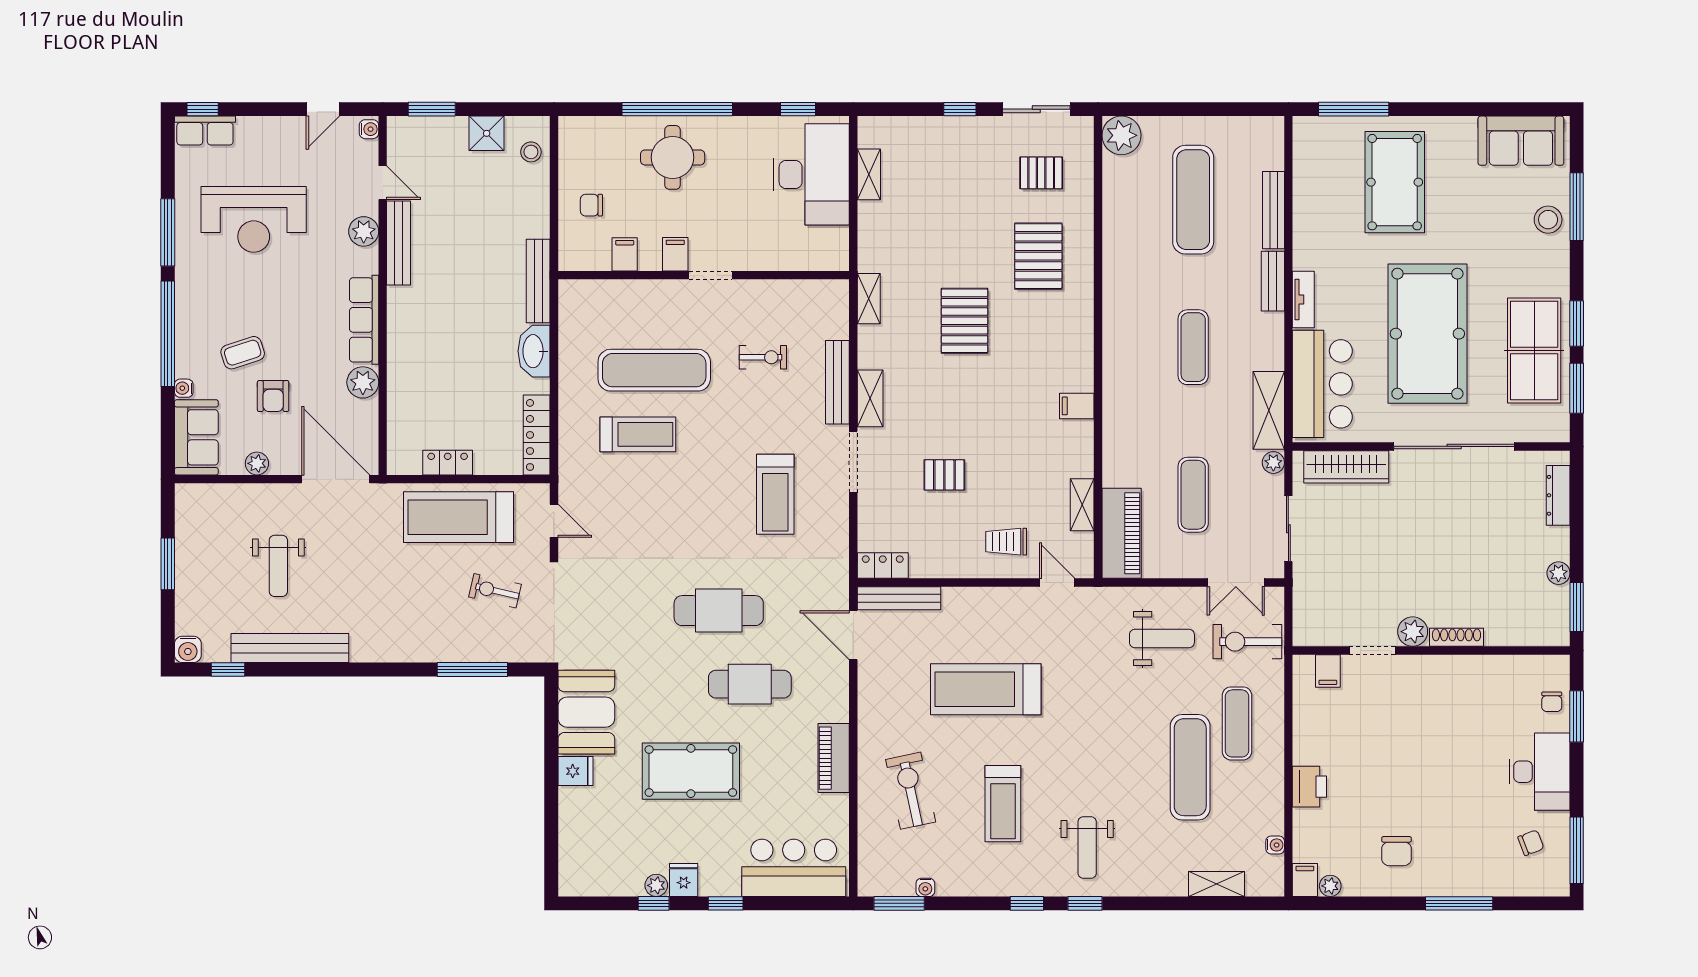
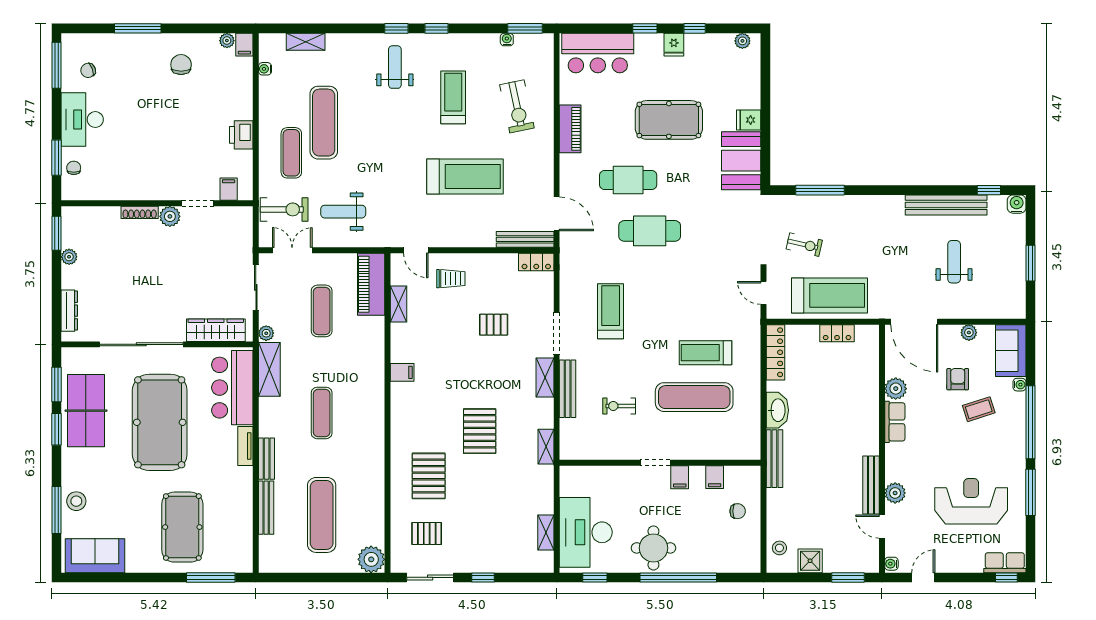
round table: (673, 157) -> (653, 548), moved
row of seats: (364, 320) -> (895, 422), width x0.68
printer: (1309, 787) -> (241, 135), moved
plant: (656, 885) -> (742, 41), moved

